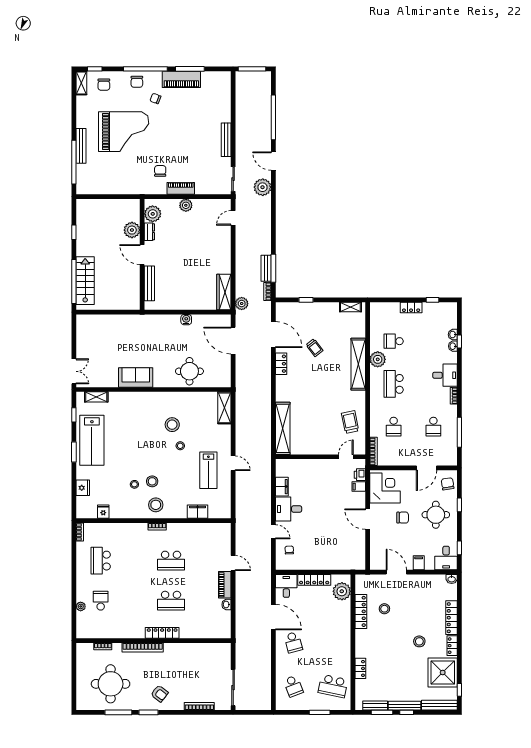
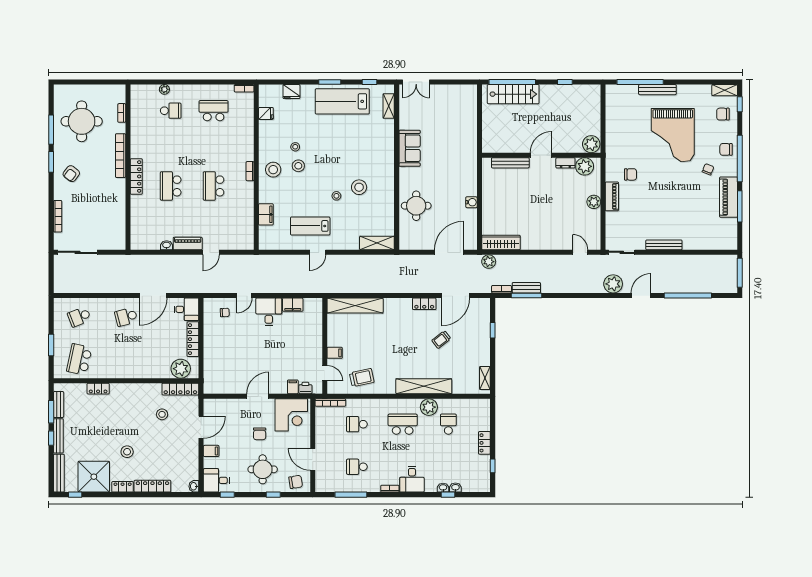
plant: (132, 230) -> (591, 144), moved
filing cabinet: (327, 447) -> (335, 353), added
locker: (361, 611) -> (180, 389), moved

